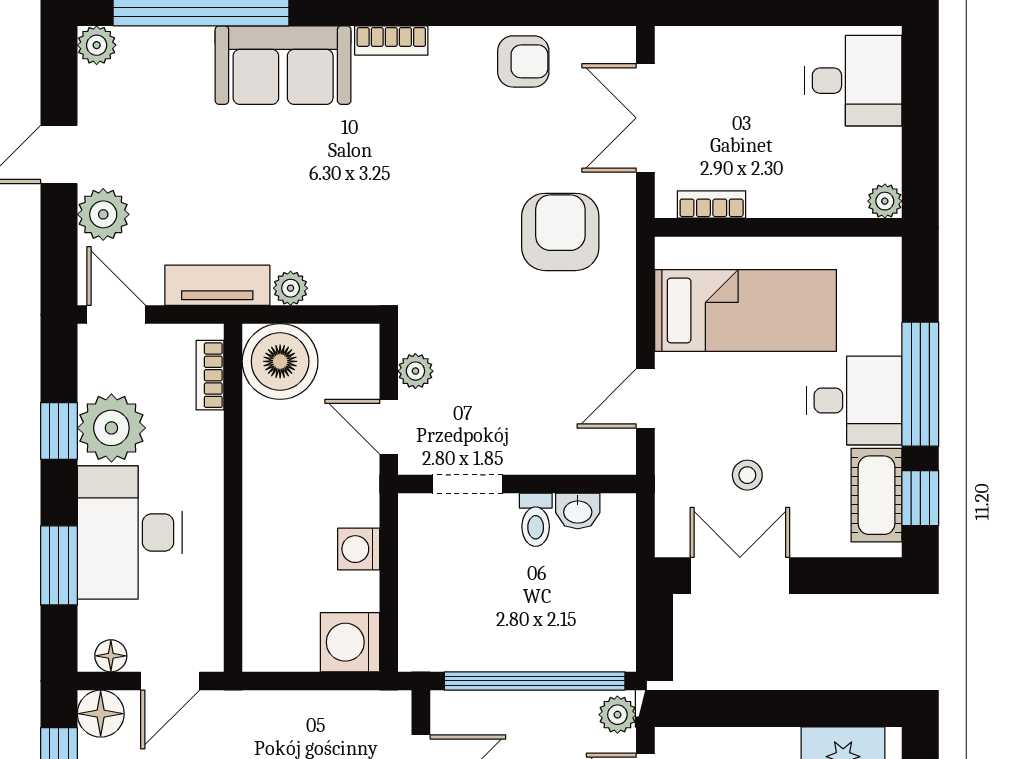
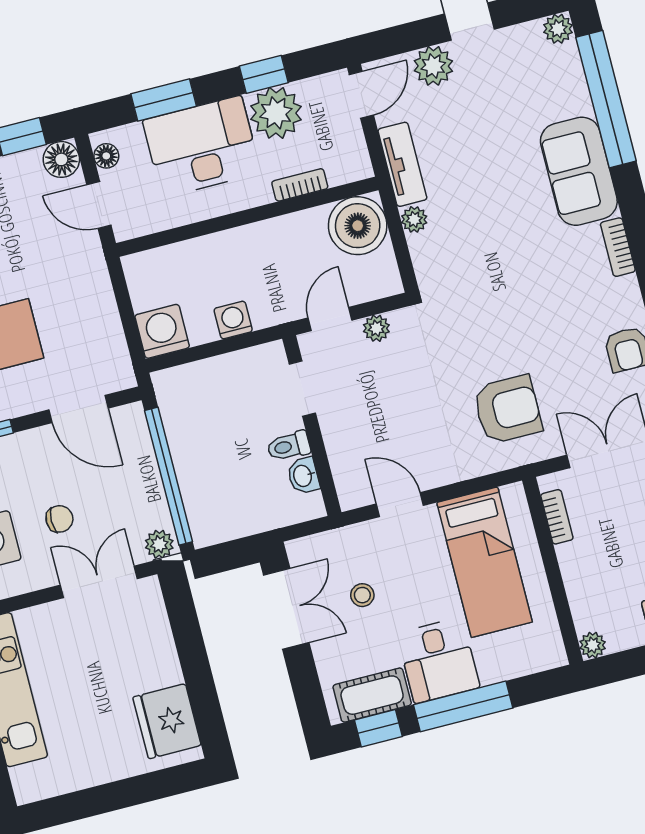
bookcase: (210, 375) -> (300, 185), moved

